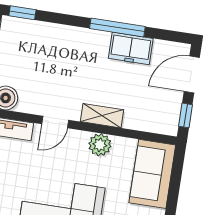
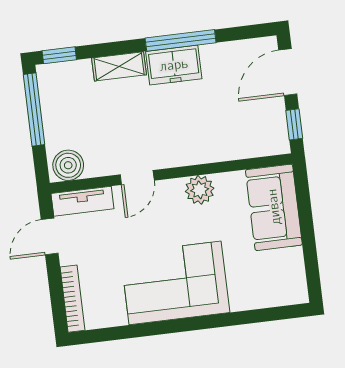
freezer: (131, 48) -> (174, 65), moved
shelving: (102, 116) -> (119, 66), moved

